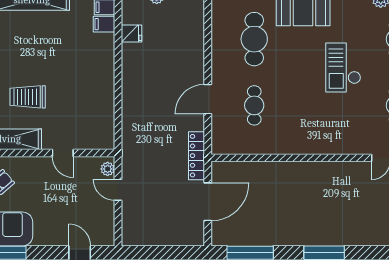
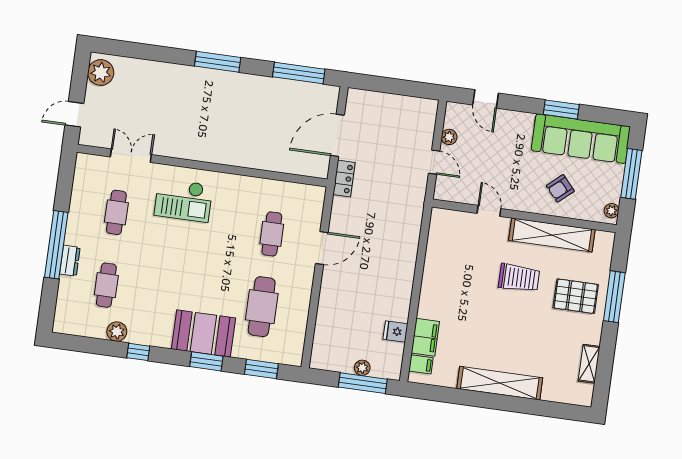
filing cabinet: (104, 24) -> (425, 337), width x2.00
checkout: (343, 68) -> (183, 200), moved, turned 90
locker: (196, 156) -> (344, 179), width x0.66
plant: (108, 169) -> (449, 137), moved

